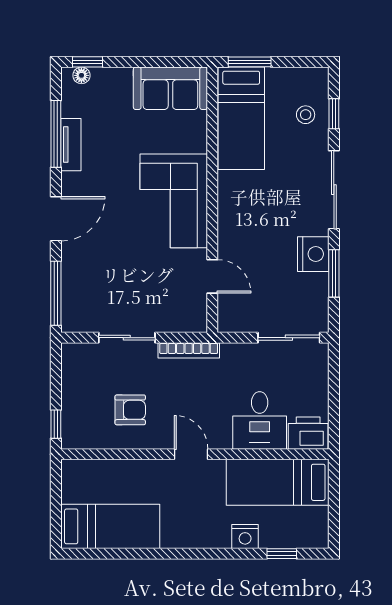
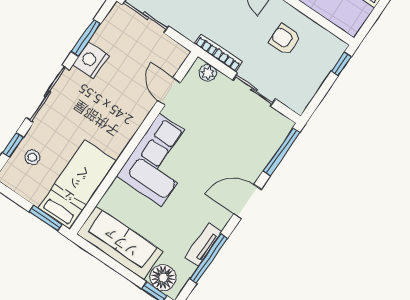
floor lamp: (81, 75) -> (163, 278), width x1.89, depth x1.89
sofa: (170, 88) -> (120, 243), width x1.36
plant: (186, 322) -> (208, 73), added

